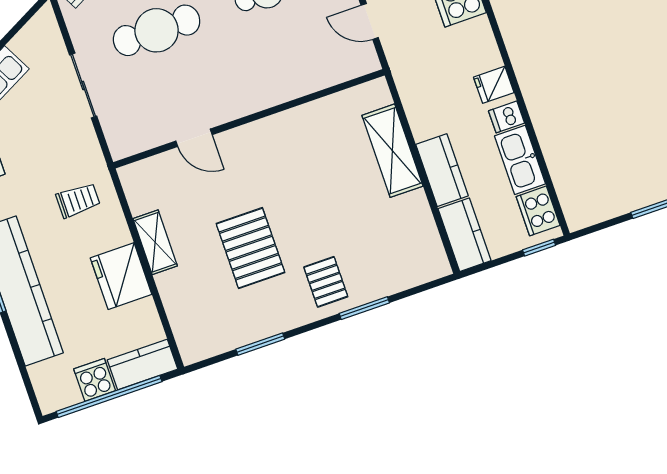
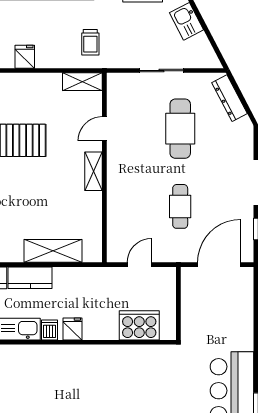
shelving: (260, 132) -> (93, 171), added
shelving: (155, 242) -> (82, 82), moved
fridge: (121, 276) -> (25, 57), width x0.53, depth x0.75

